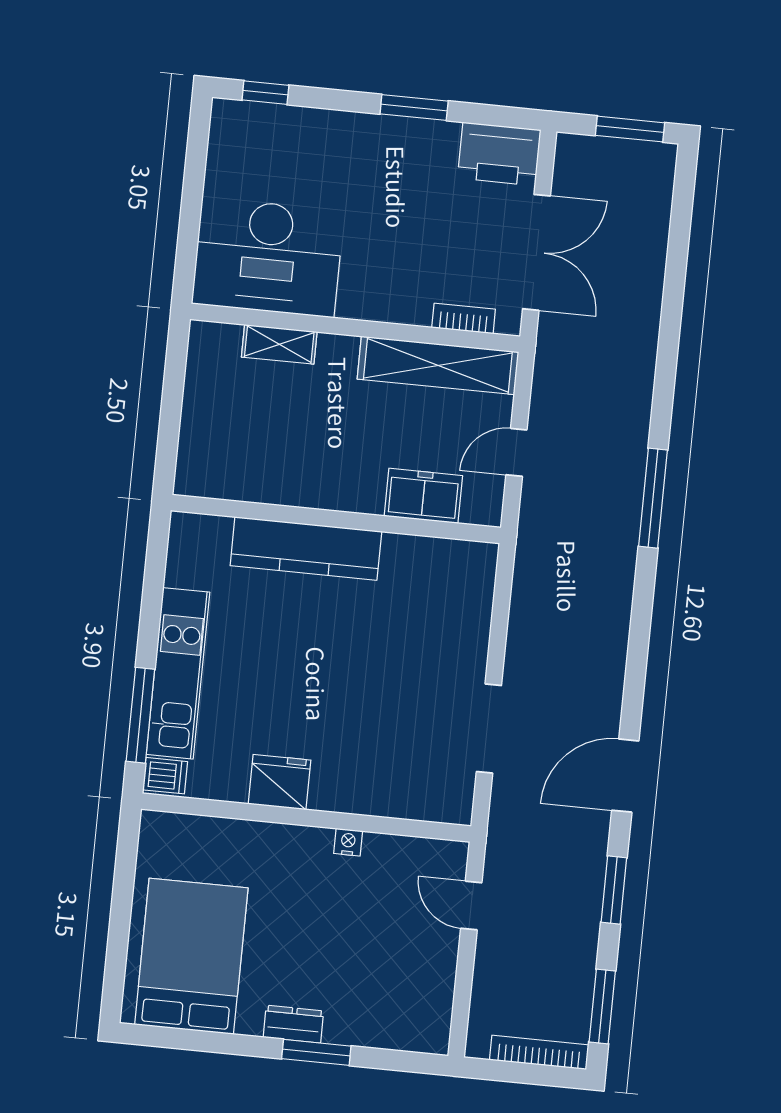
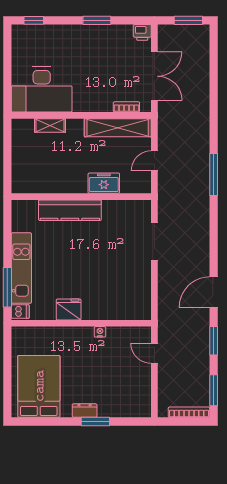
printer: (499, 154) -> (142, 32), width x0.53, depth x0.68
freezer: (423, 496) -> (104, 183), moved
doorway: (489, 729) -> (154, 242), moved

